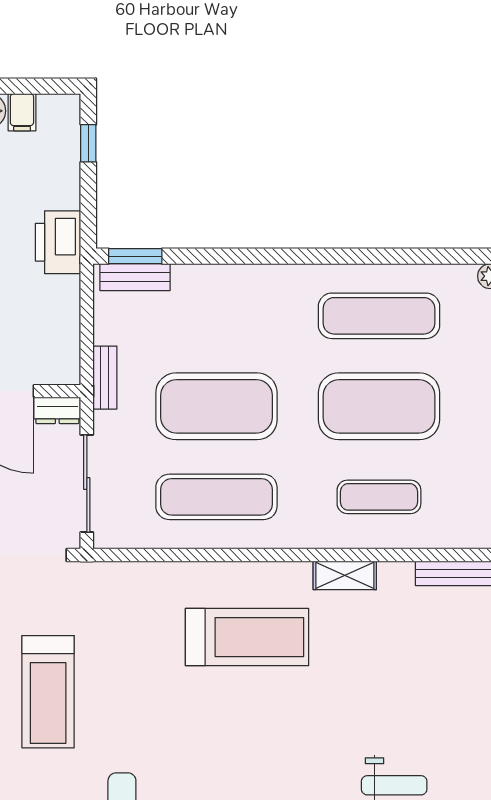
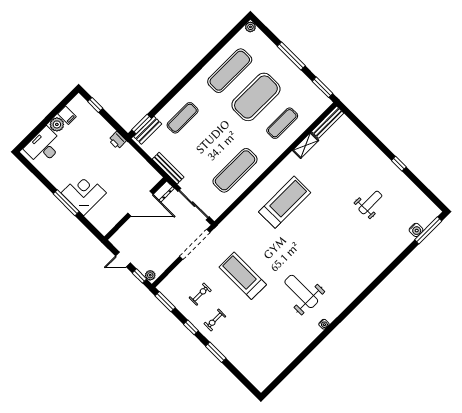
printer: (58, 242) -> (117, 140), width x0.53, depth x0.68
bench: (105, 378) -> (168, 168), width x1.36
exercise mat: (216, 406) -> (183, 118), moved, width x0.50, depth x0.69
shelving: (345, 575) -> (306, 145), moved
treadmill: (48, 692) -> (243, 276), turned 180

